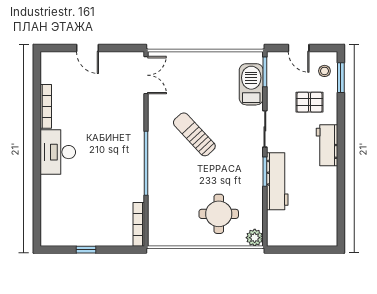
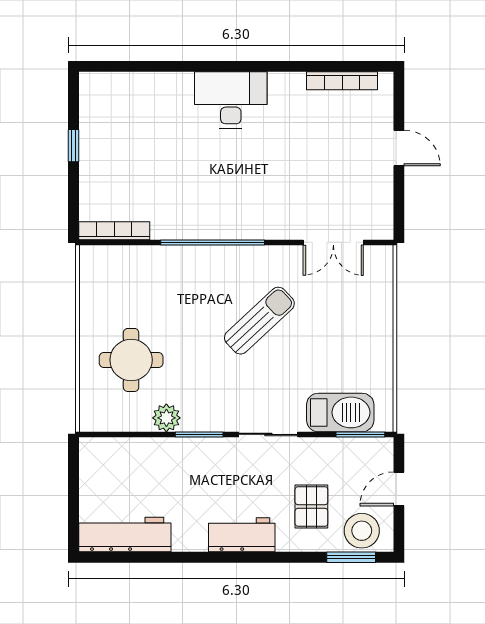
door: (87, 48) -> (399, 148), swing flipped
stool: (324, 71) -> (362, 531), width x1.89, depth x1.89
double door: (146, 75) -> (333, 242), moved
bookcase: (46, 106) -> (342, 81), moved
workbench: (277, 181) -> (125, 535), moved, turned 180
plant: (255, 238) -> (166, 418), moved

